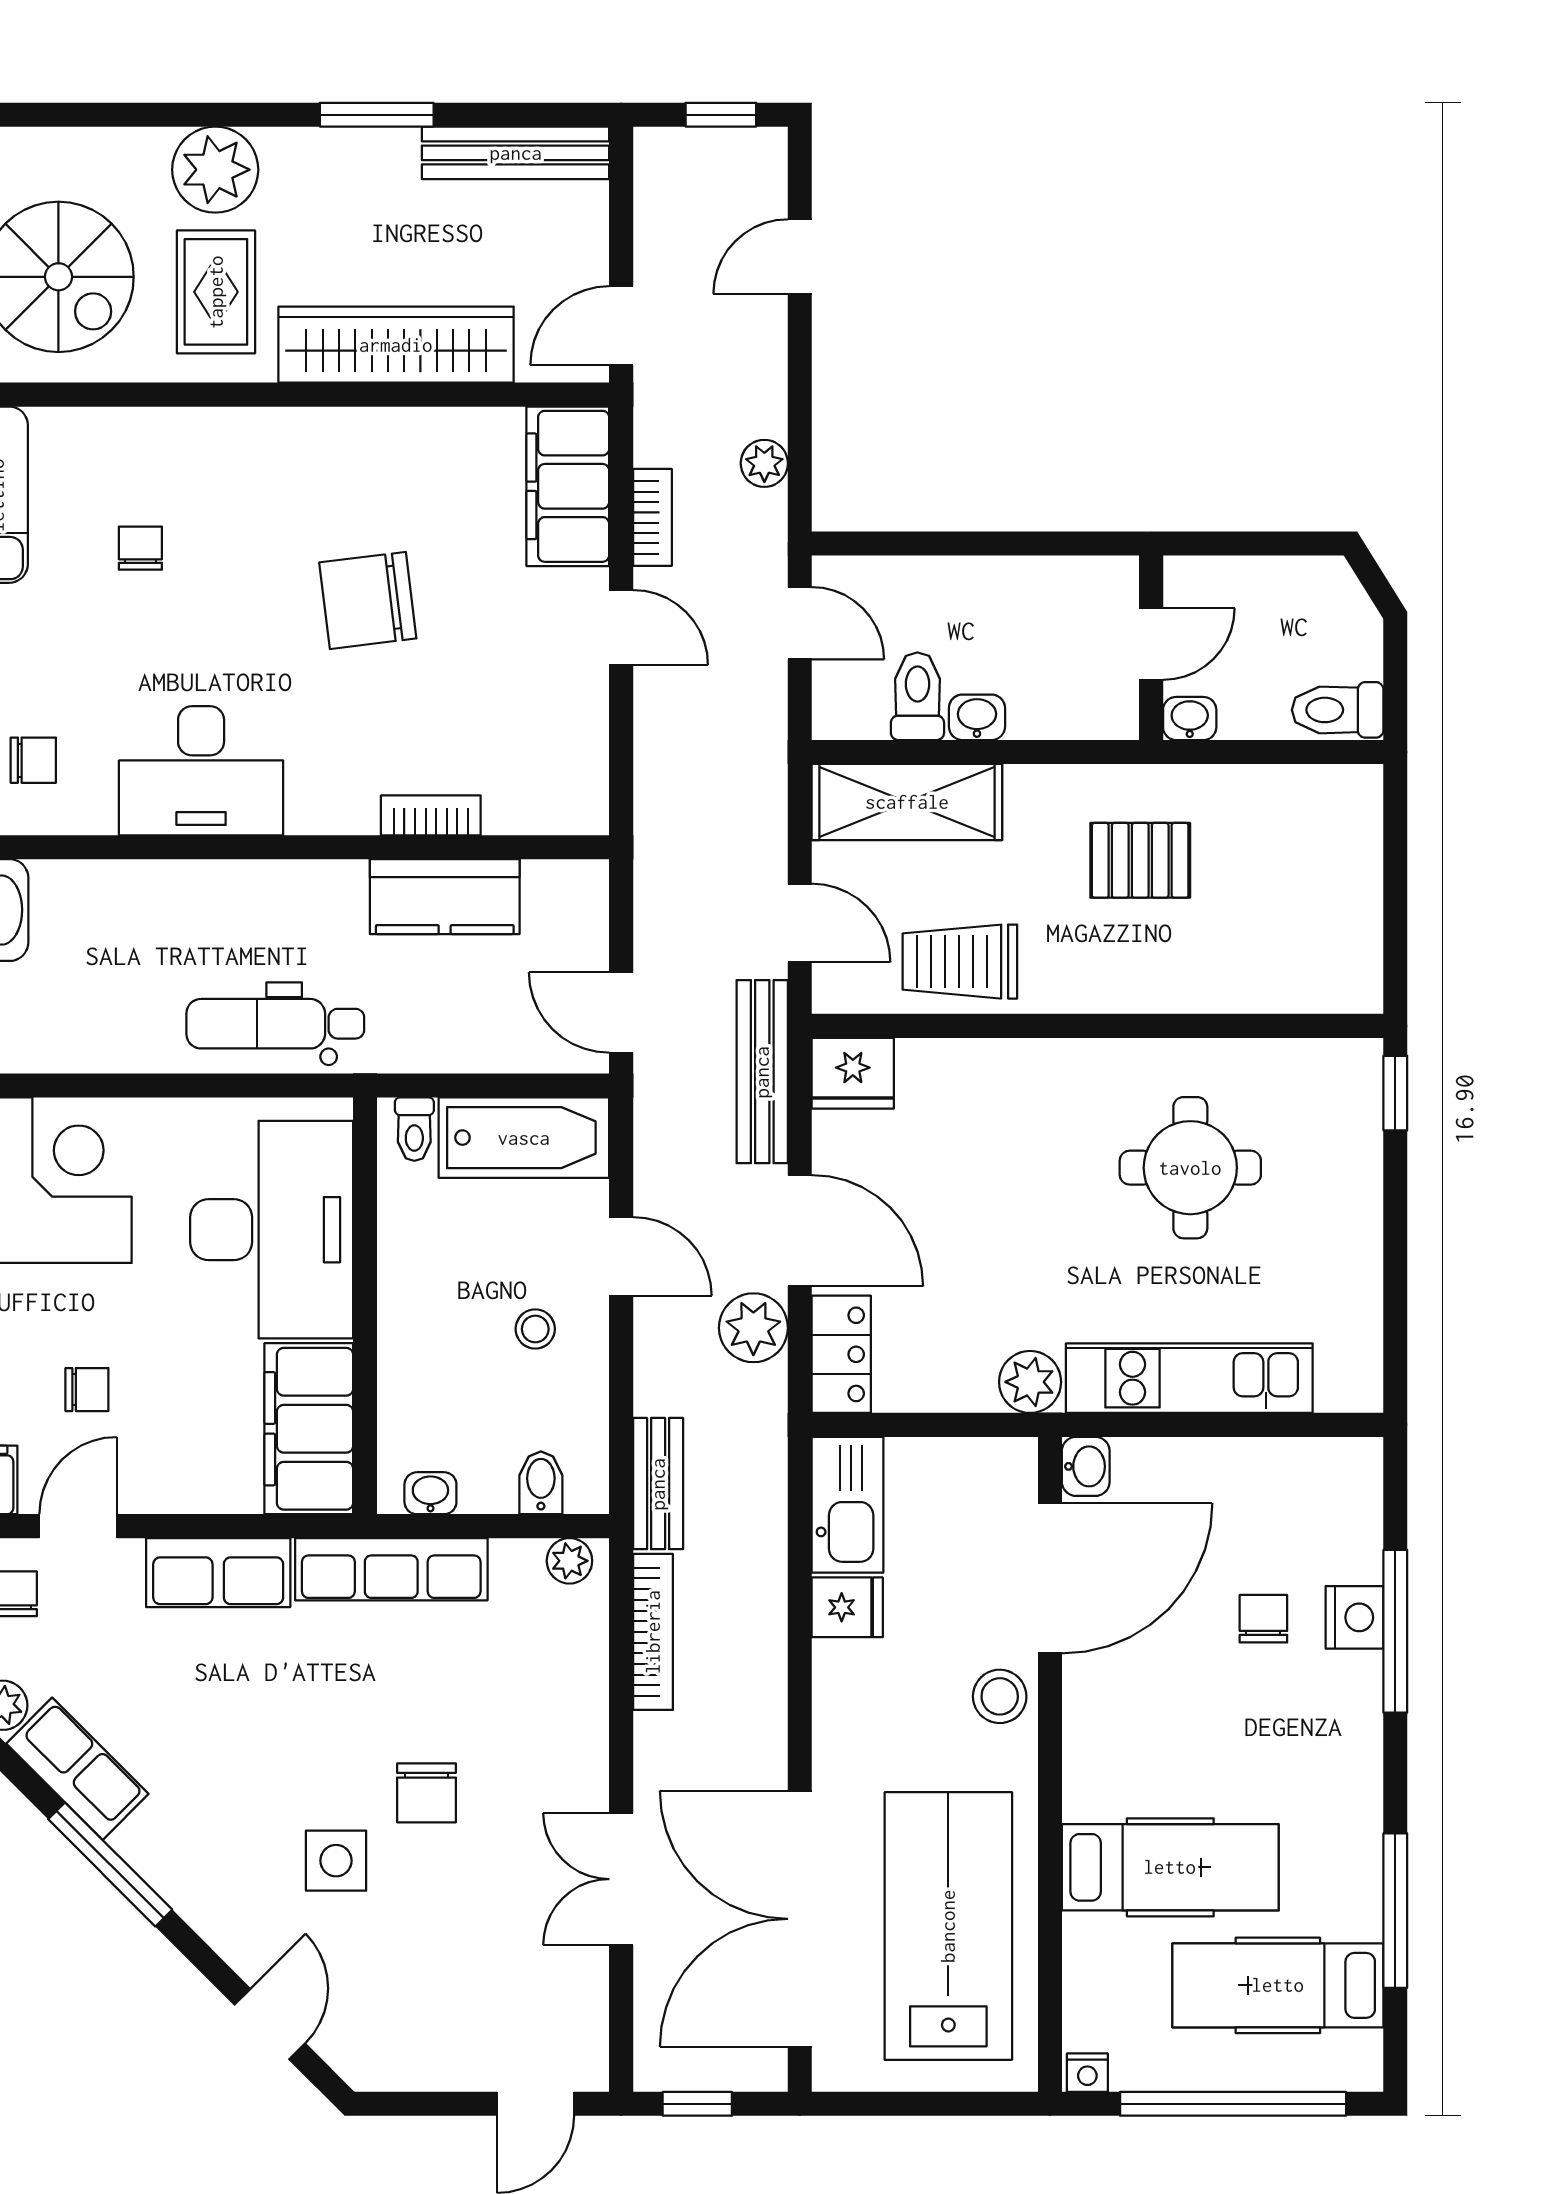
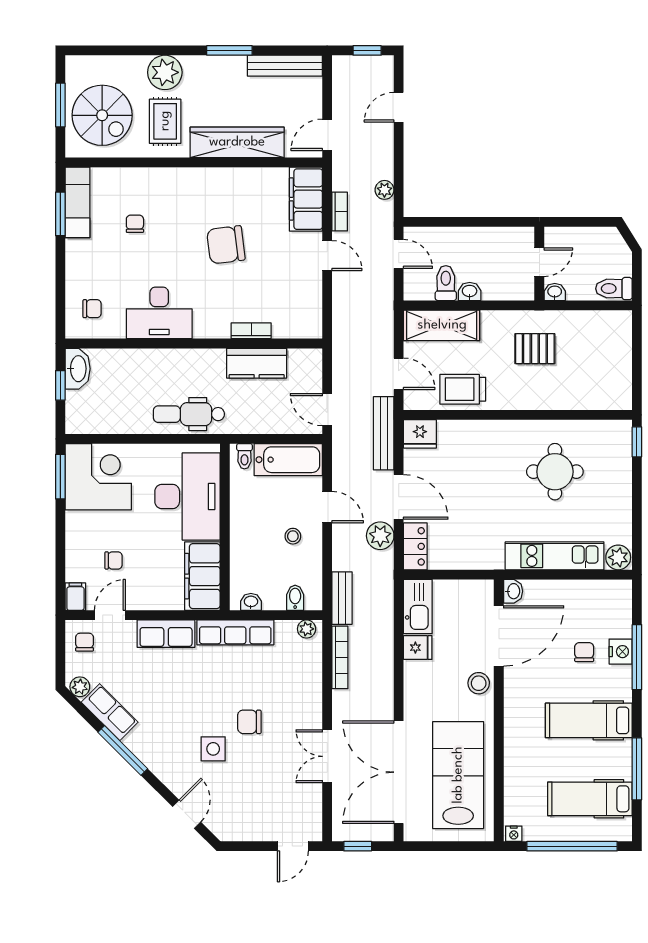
plant: (1030, 1382) -> (618, 557), moved
chair: (426, 1793) -> (249, 722), turned 90
hospital bed: (1170, 1867) -> (589, 720), moved, turned 180

